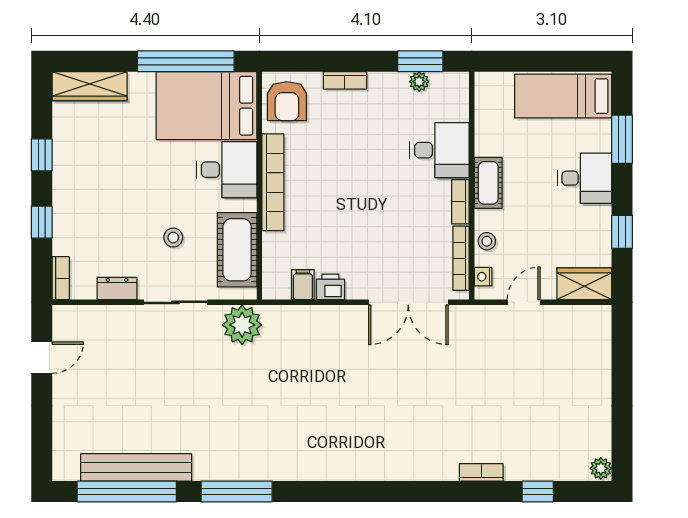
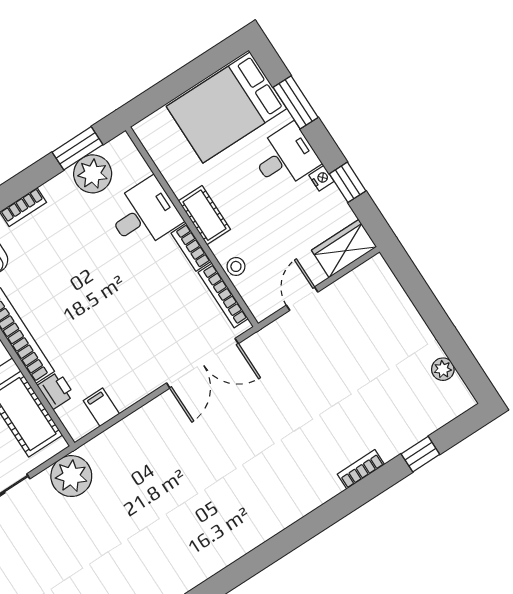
plant: (419, 82) -> (93, 174), width x1.88, depth x1.88
bed: (563, 96) -> (227, 108), width x1.50
nightstand: (483, 277) -> (321, 178), moved, turned 180
printer: (330, 287) -> (56, 390), moved, turned 90
plant: (601, 468) -> (443, 369), moved

